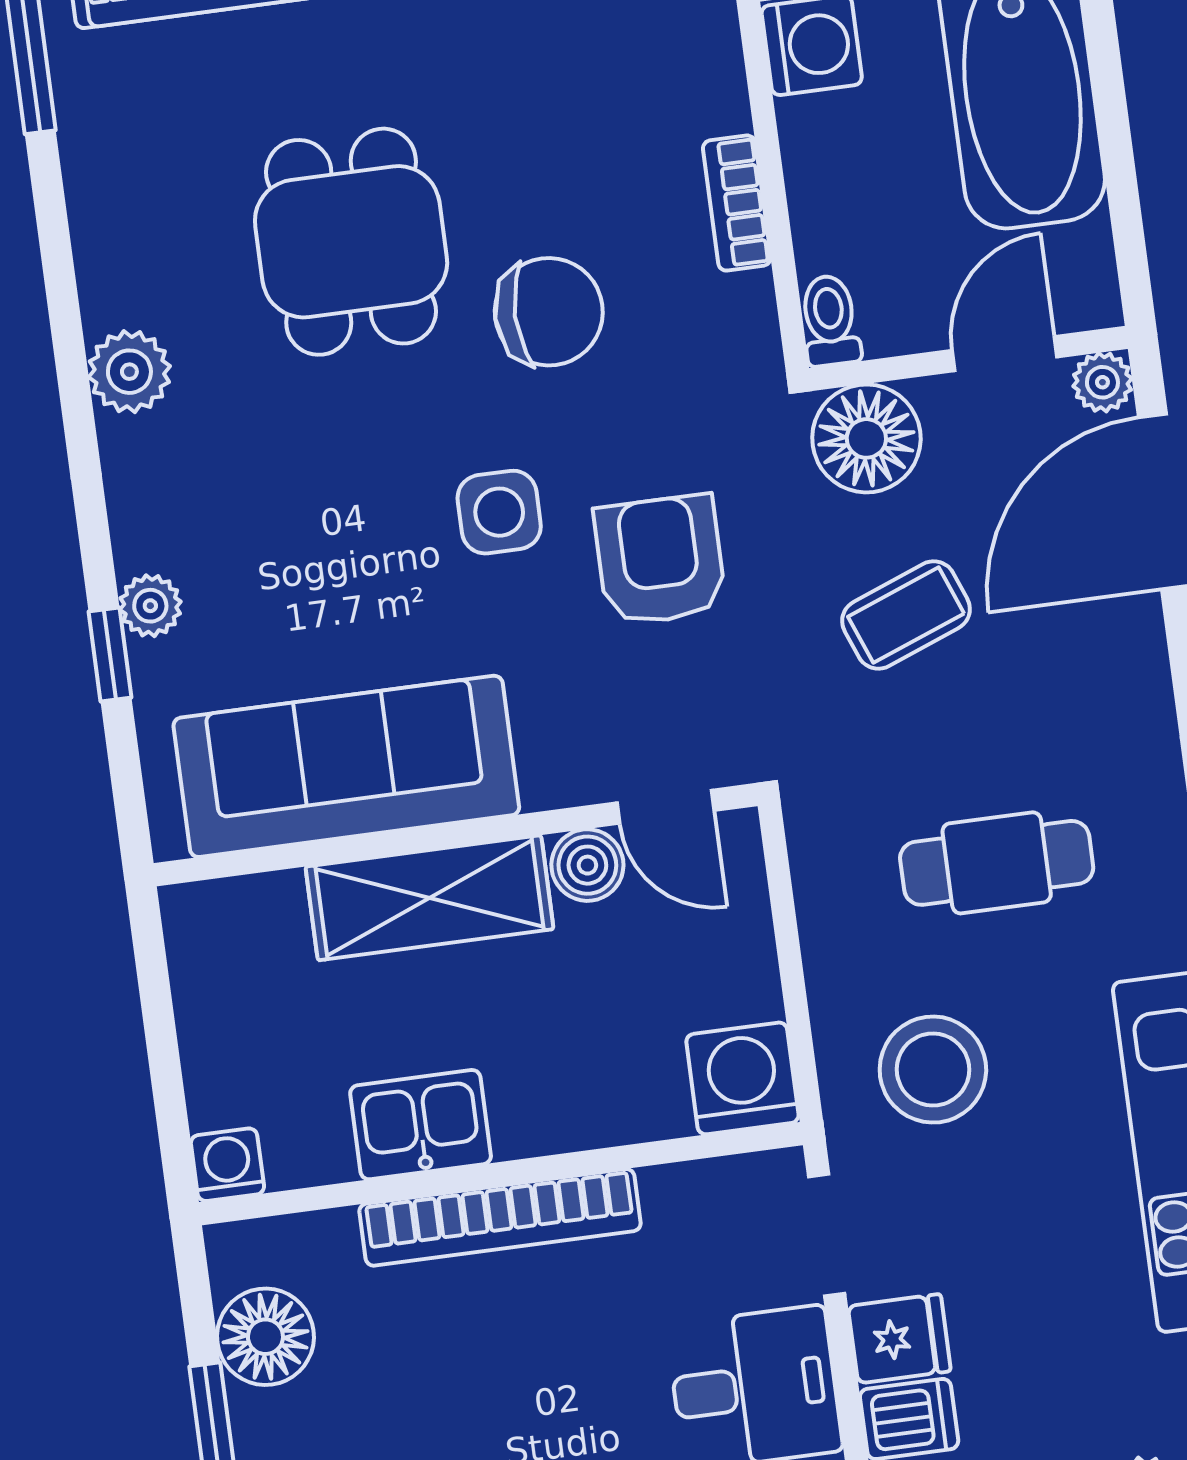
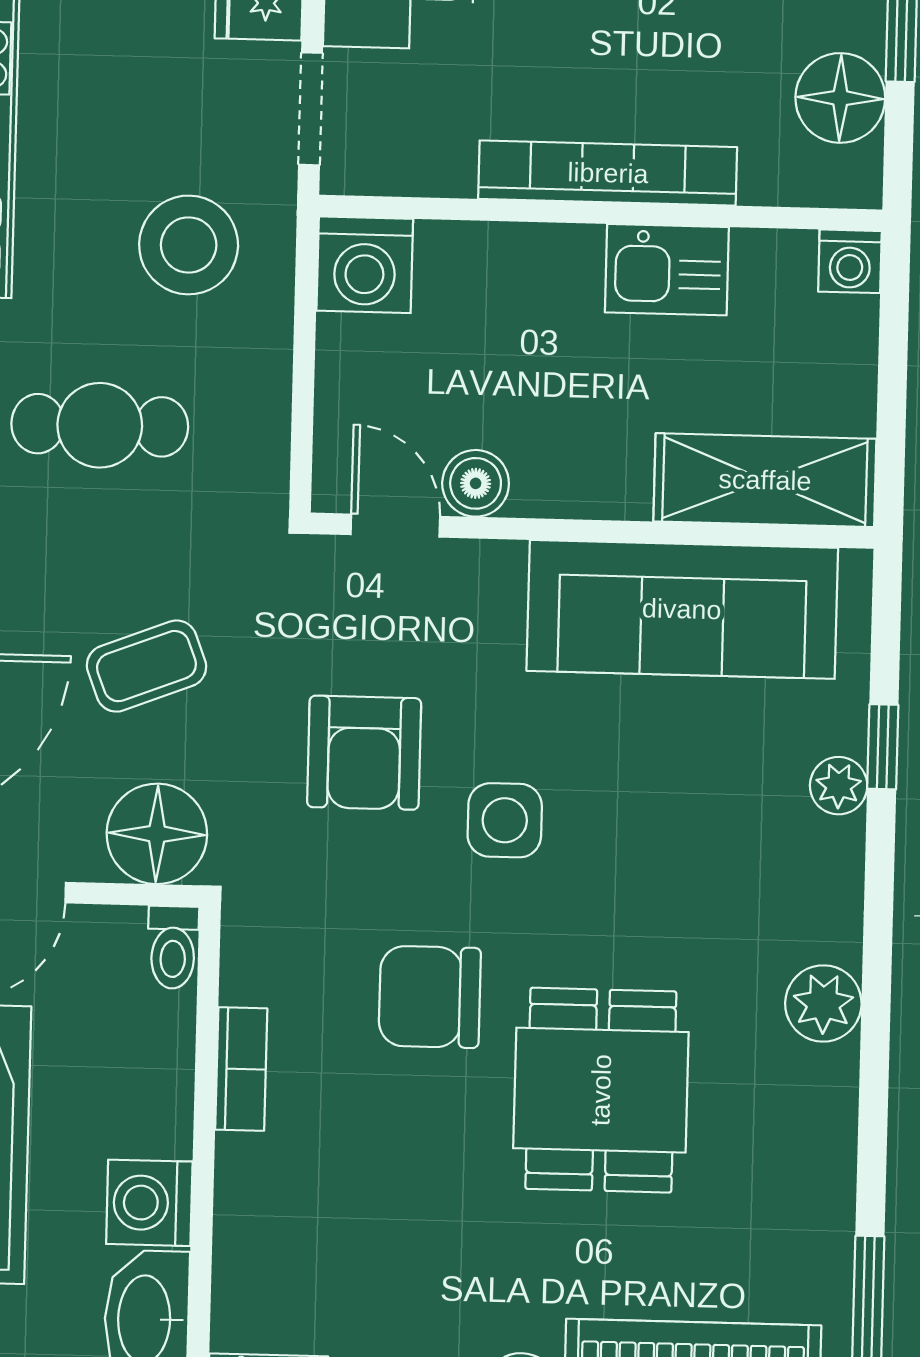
shelving: (429, 898) -> (765, 480), moved

